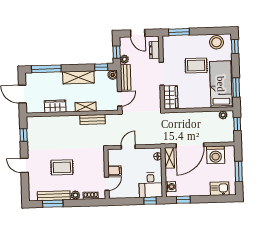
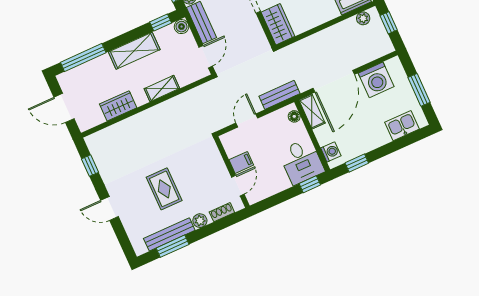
bench: (93, 119) -> (280, 95), moved
rug: (62, 167) -> (164, 189), turned 90

